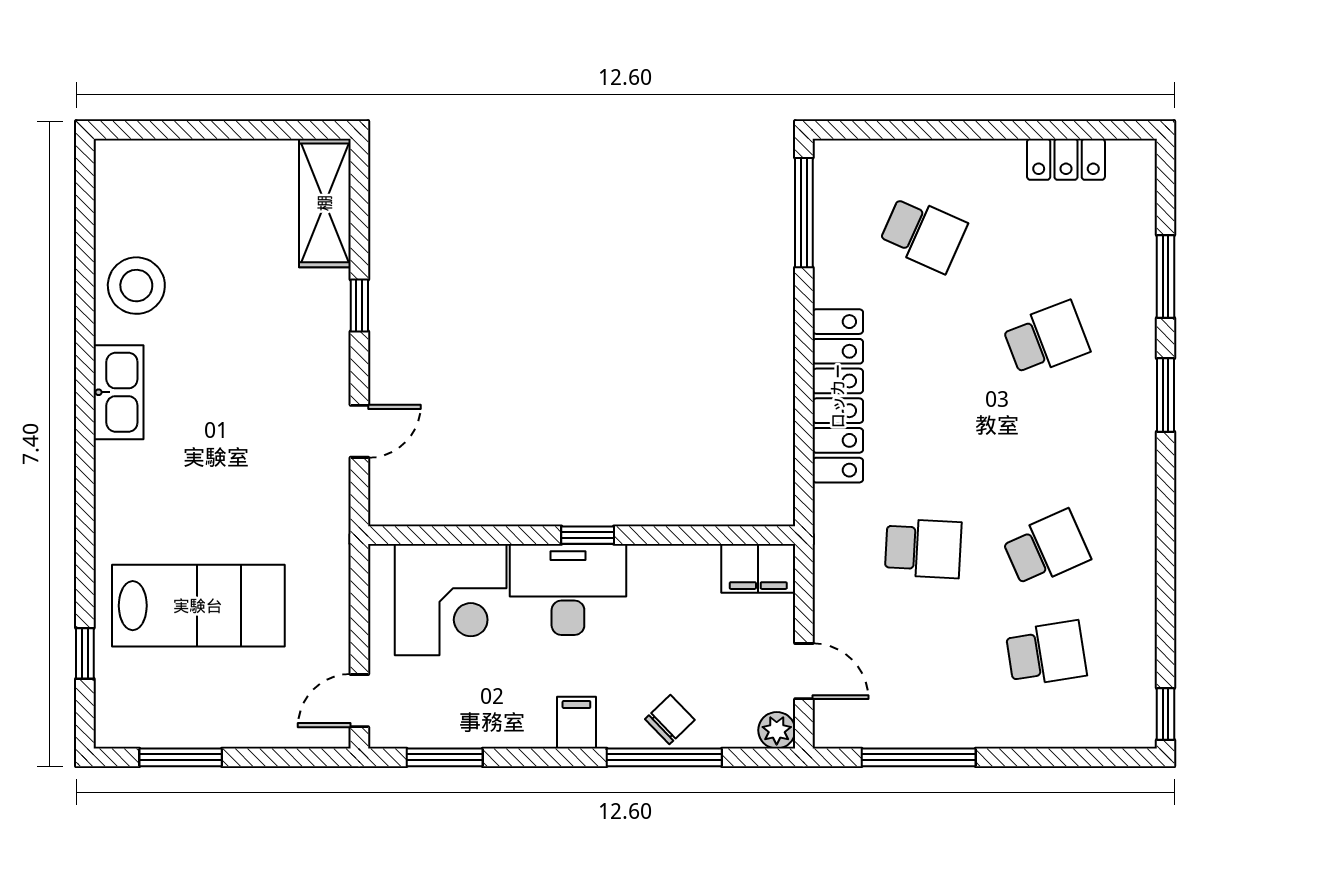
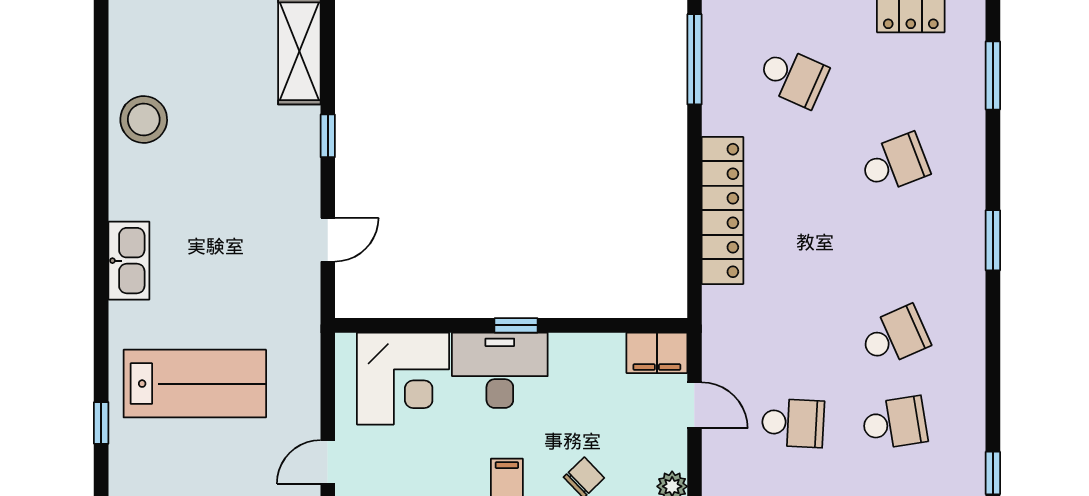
window: (1166, 277) -> (993, 75), moved
kitchen sink: (118, 392) -> (129, 261), moved
window: (1166, 395) -> (993, 240), moved
school desk: (923, 548) -> (793, 423), moved
door: (804, 671) -> (694, 405), moved

